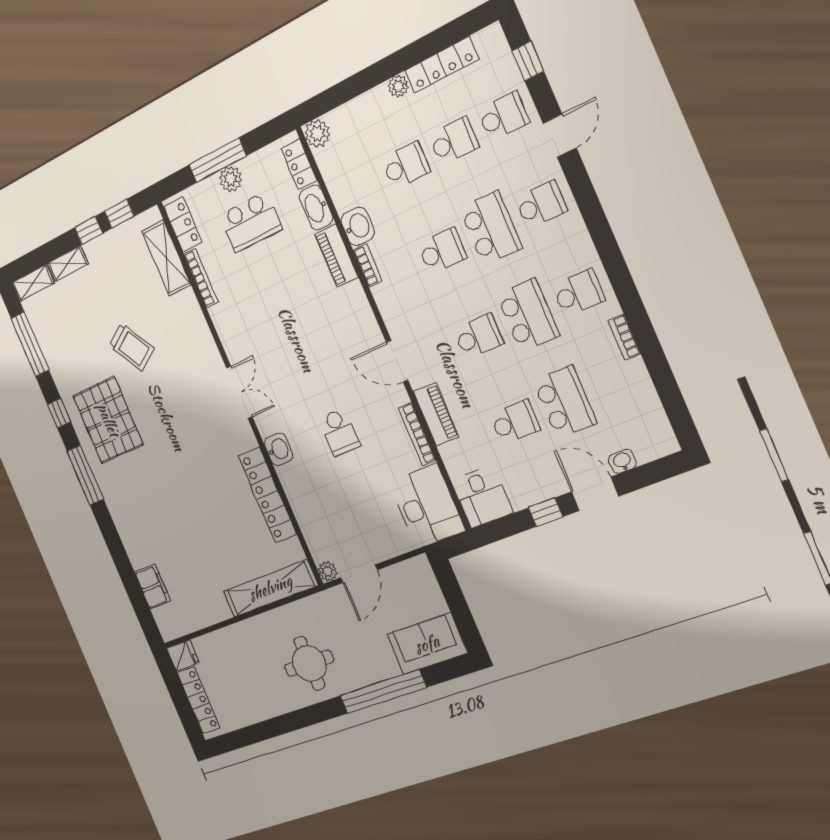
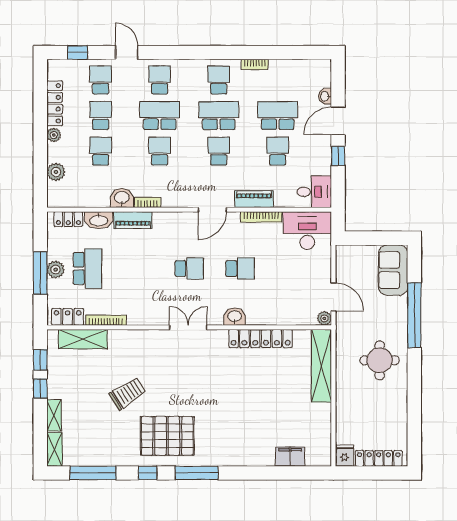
plant: (317, 133) -> (56, 172), moved
school desk: (310, 362) -> (189, 268), added

